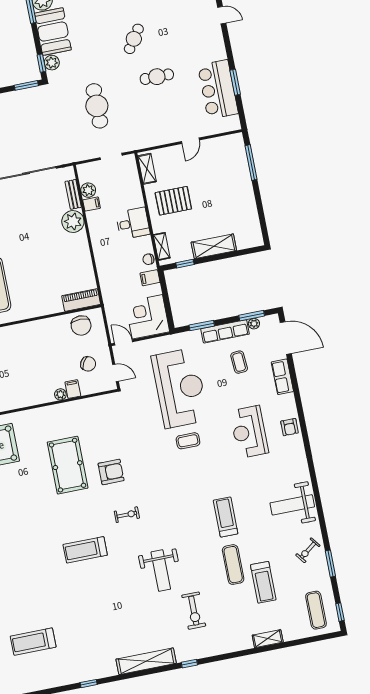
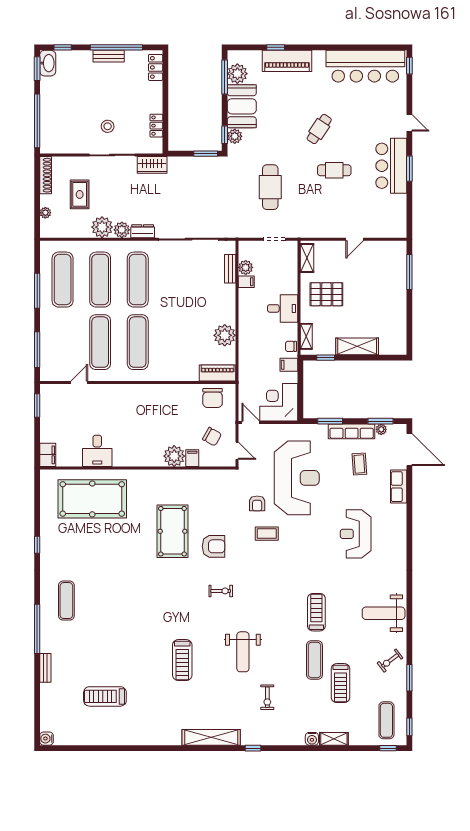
window: (235, 82) -> (409, 169), moved
bar counter: (218, 90) -> (391, 166), moved
plant: (73, 222) -> (225, 335), moved
plant: (60, 394) -> (174, 456), width x1.87, depth x1.87
armchair: (290, 427) -> (257, 503), moved
coffee table: (188, 441) -> (267, 534), moved
treadmill: (85, 550) -> (182, 660), moved, turned -90
exercise bike: (194, 611) -> (267, 697), width x0.73, depth x0.72
water cooler: (246, 643) -> (312, 739), added
window: (89, 684) -> (388, 748), moved

